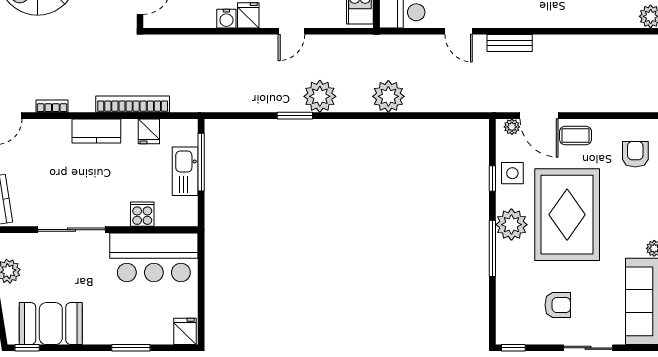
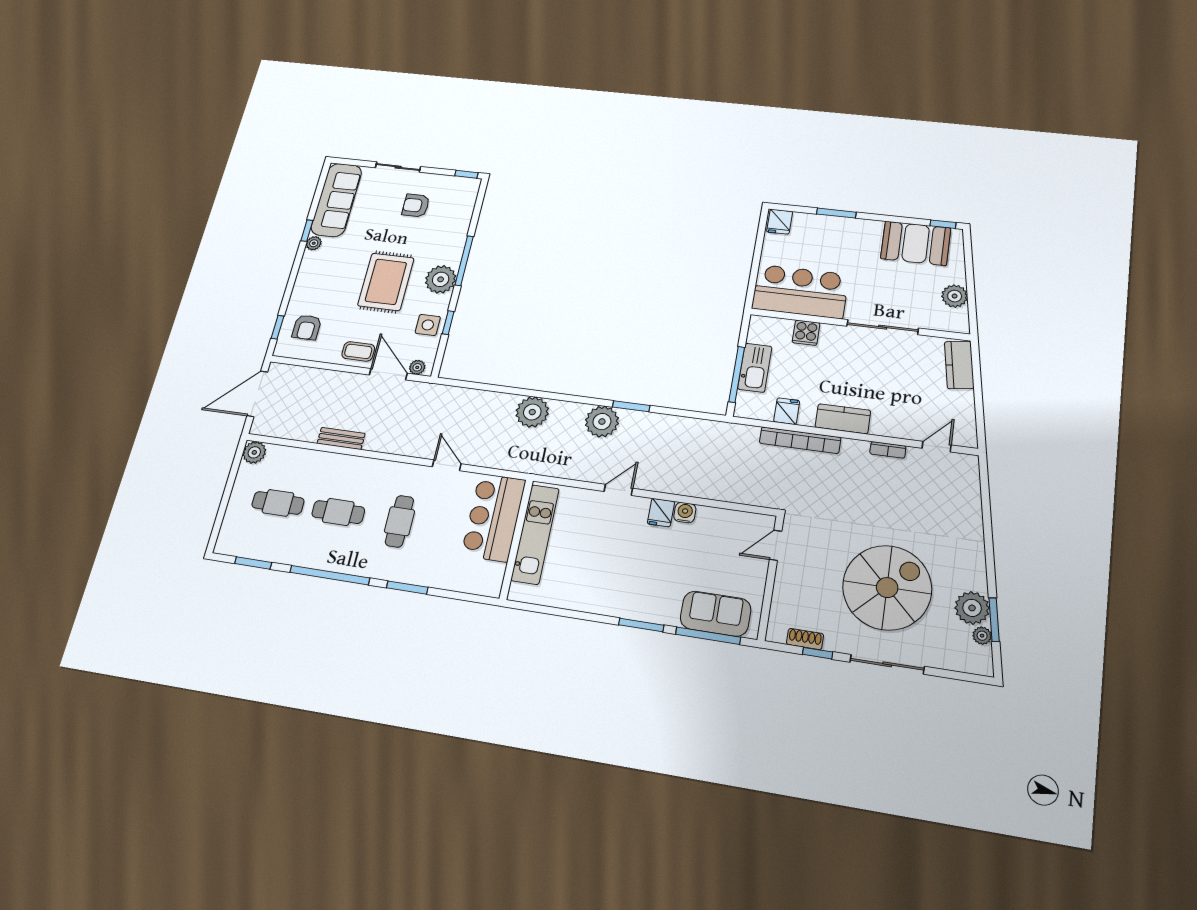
bench: (510, 43) -> (341, 438), moved
rug: (567, 215) -> (386, 282), width x0.73, depth x0.69

